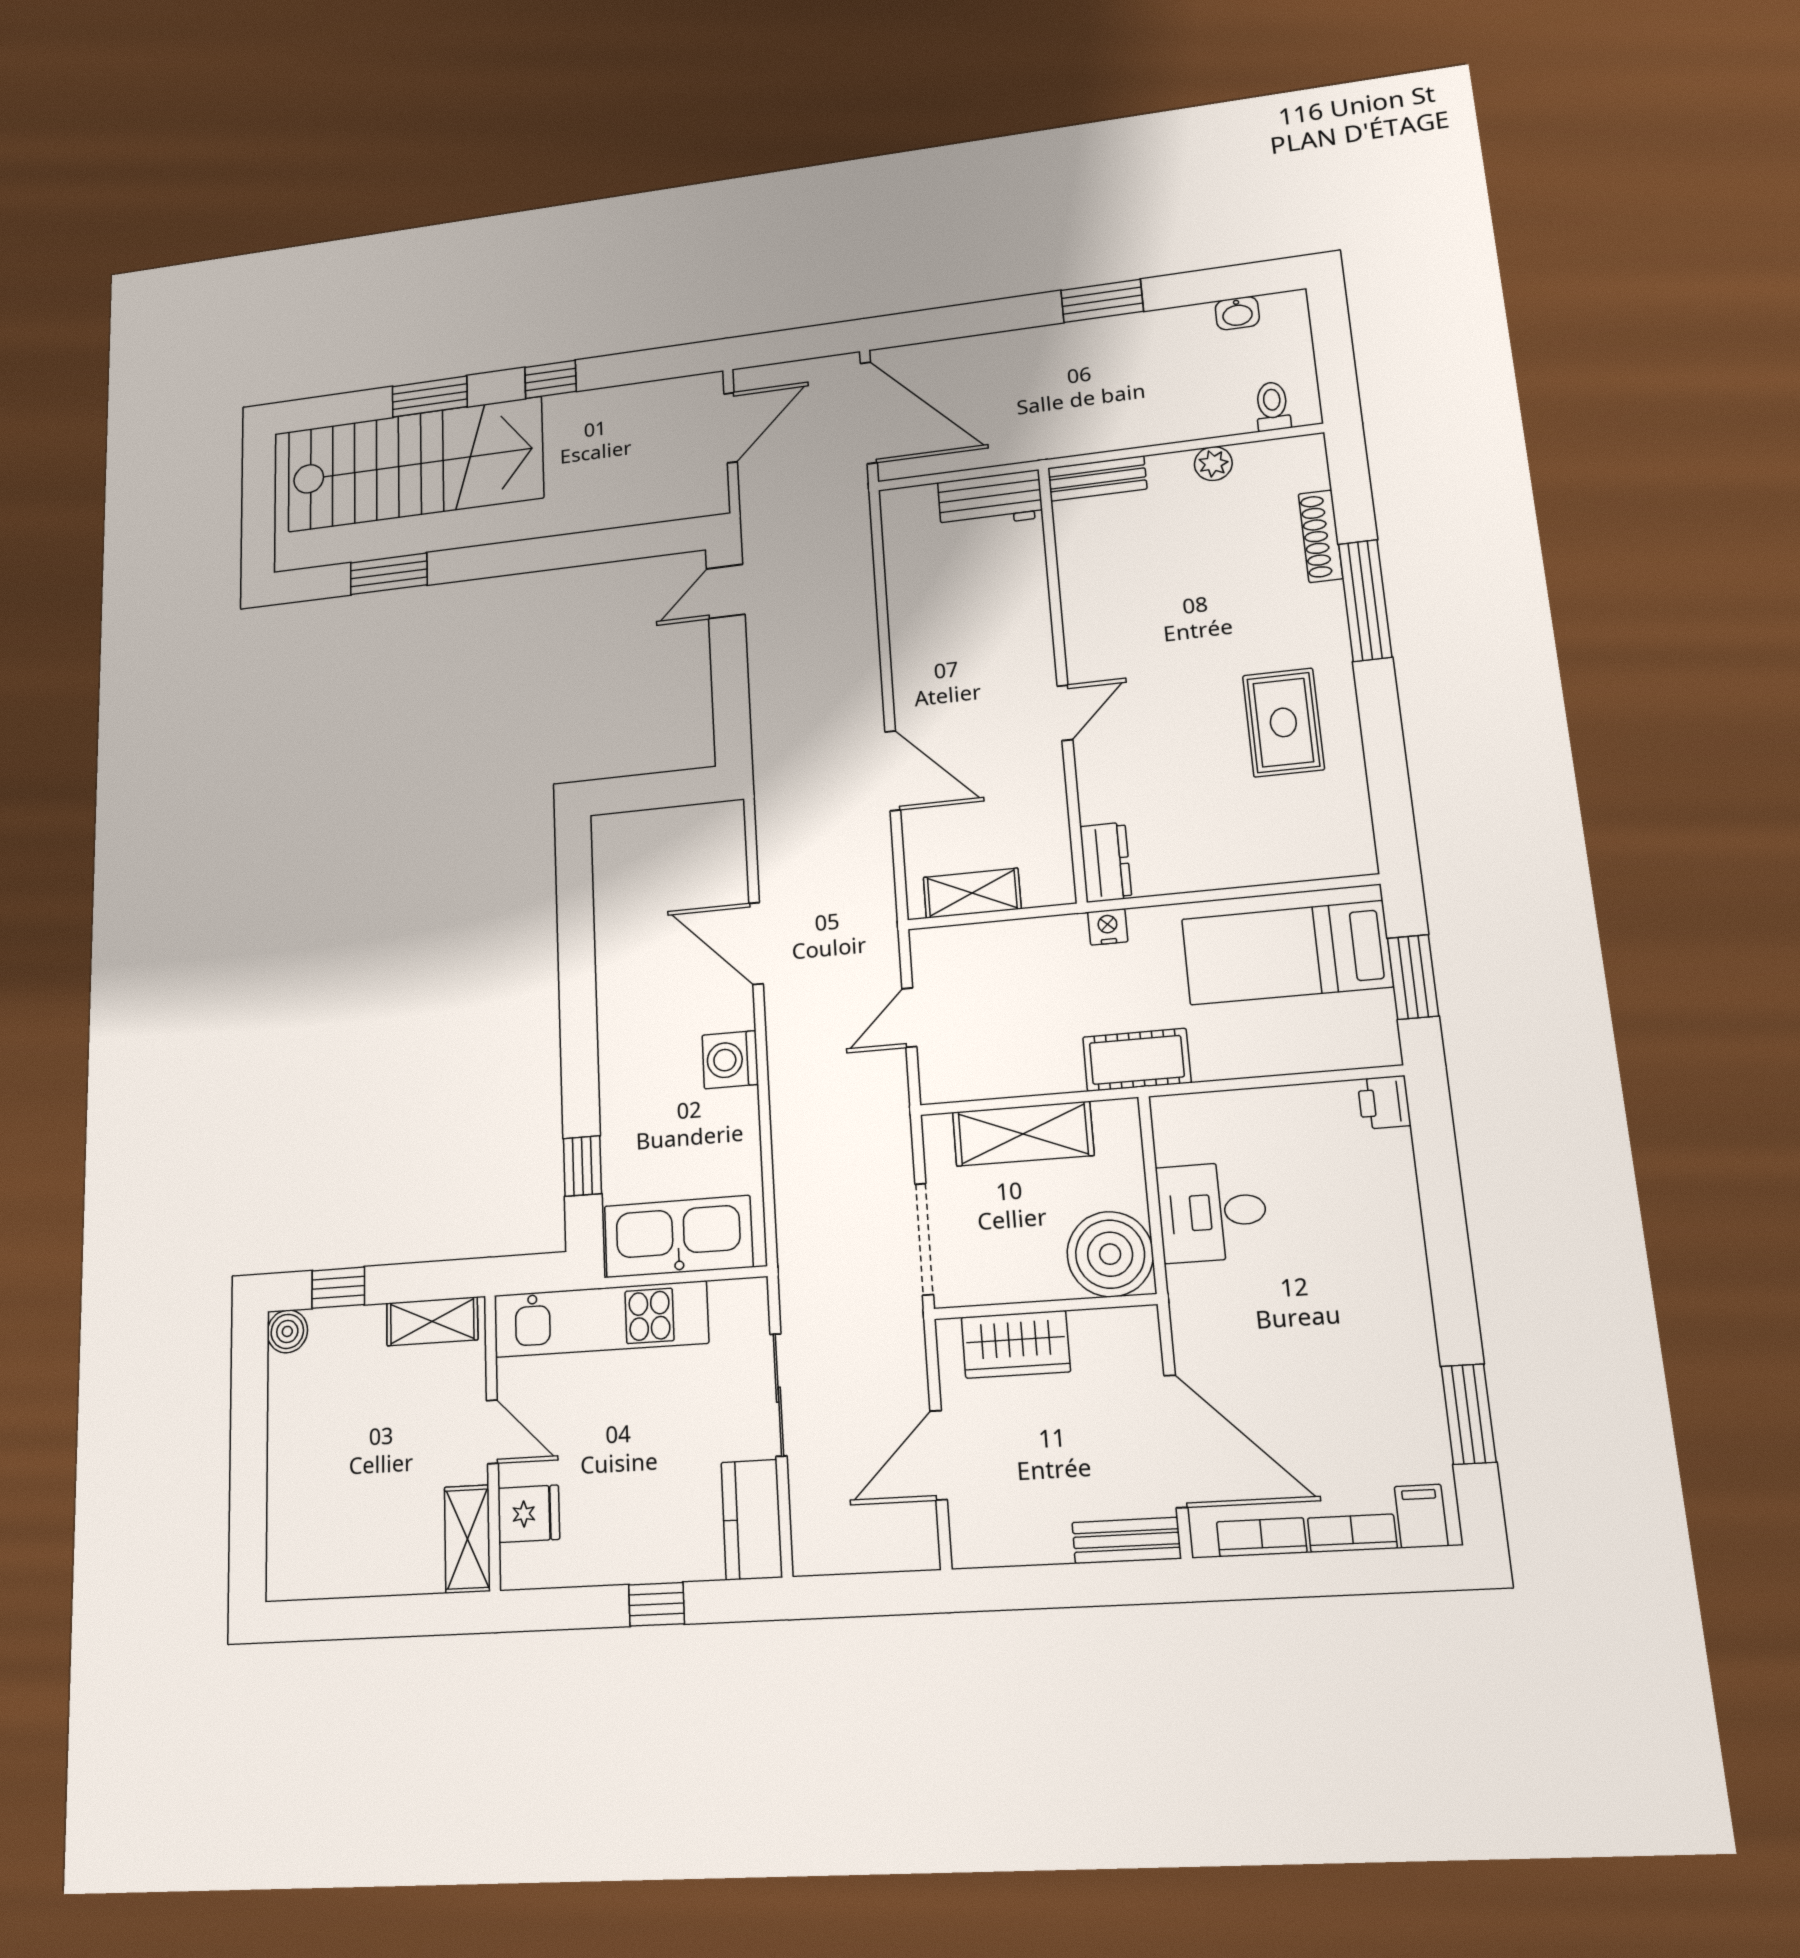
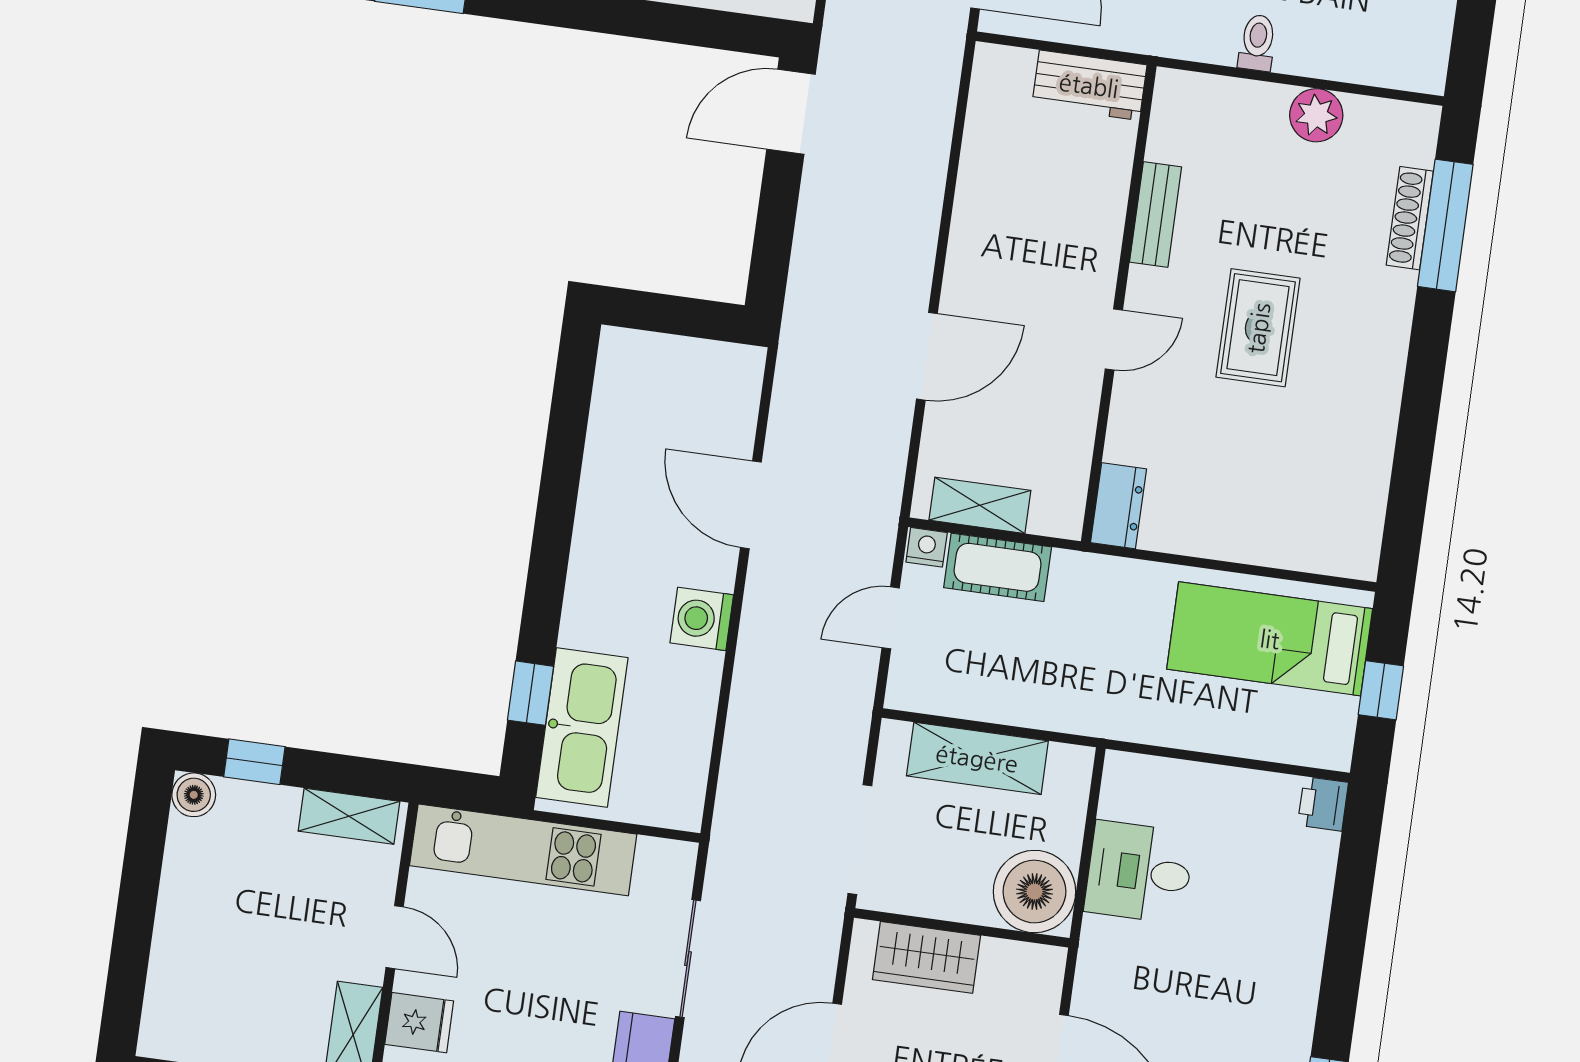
toilet: (1272, 406) -> (1257, 43), moved
plant: (1213, 464) -> (1316, 115), width x1.38, depth x1.38
bench: (1097, 479) -> (1156, 215), moved, turned 90
door: (726, 591) -> (791, 112), width x1.37
window: (1365, 600) -> (1445, 225), moved
rug: (1283, 722) -> (1258, 328), moved
door: (893, 771) -> (927, 356), hinge flipped
nightstand: (1108, 927) -> (927, 547), moved
window: (1413, 977) -> (1381, 690), width x0.67
cot: (1137, 1060) -> (998, 567), moved
kitchen sink: (678, 1237) -> (582, 727), moved, turned 90

